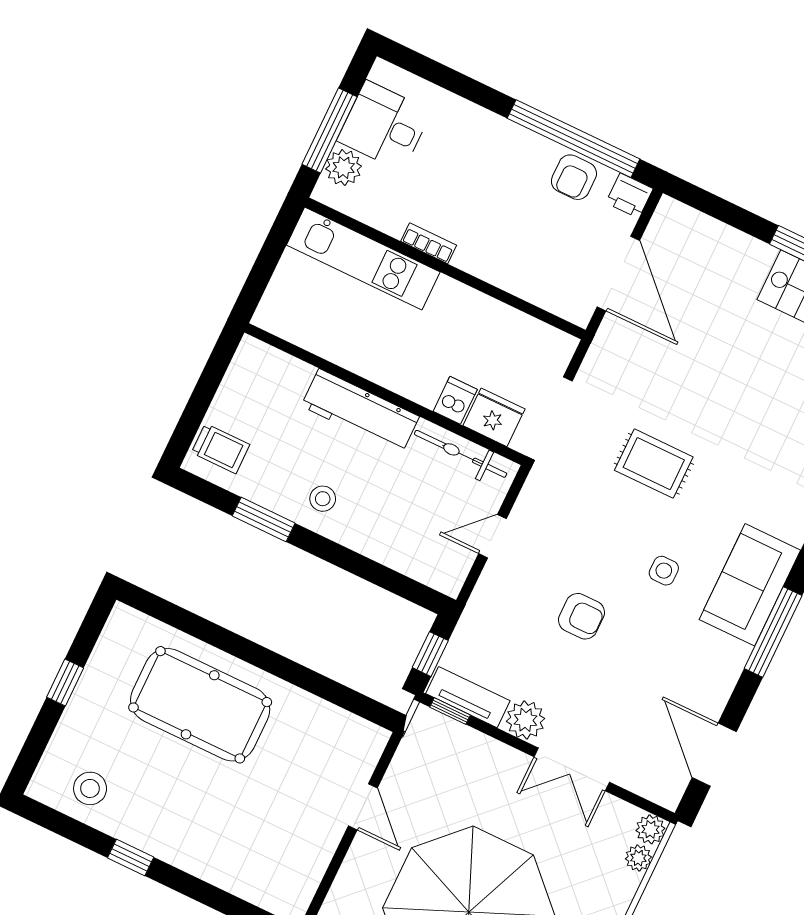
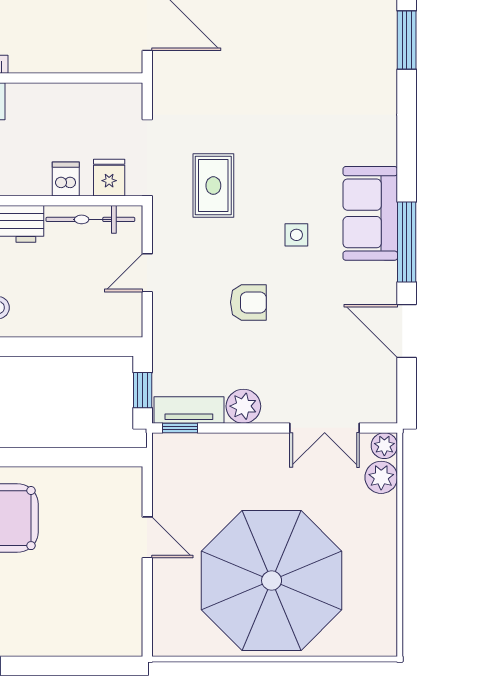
fridge: (494, 417) -> (109, 178), width x0.72
rug: (654, 464) -> (213, 186), moved, turned 90
door: (714, 755) -> (407, 331), moved
double door: (572, 769) -> (325, 428), moved
plant: (638, 858) -> (381, 477), width x1.38, depth x1.38

